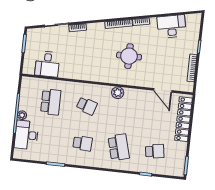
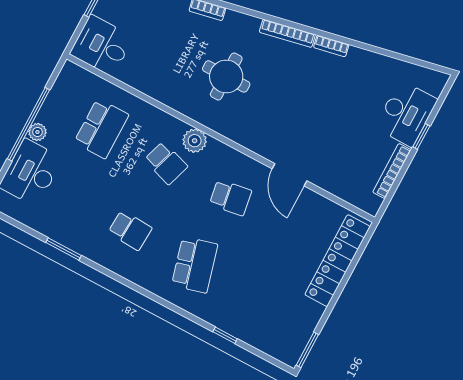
desk: (172, 26) -> (406, 113), moved, turned 102
round table: (129, 56) -> (226, 76), moved
desk: (47, 64) -> (102, 45), moved, turned 90
door: (163, 90) -> (290, 175), moved
plant: (118, 93) -> (195, 141), moved
school desk: (155, 151) -> (231, 198), moved

